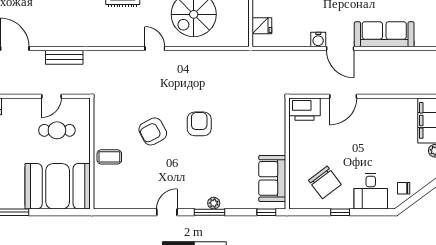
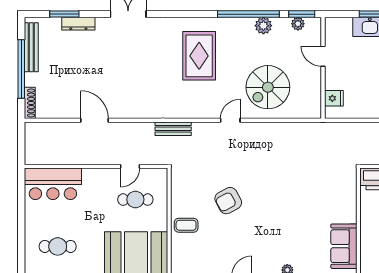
door: (155, 49) -> (230, 120), hinge flipped
bench: (64, 57) -> (173, 129), moved
armchair: (199, 124) -> (273, 193), removed

